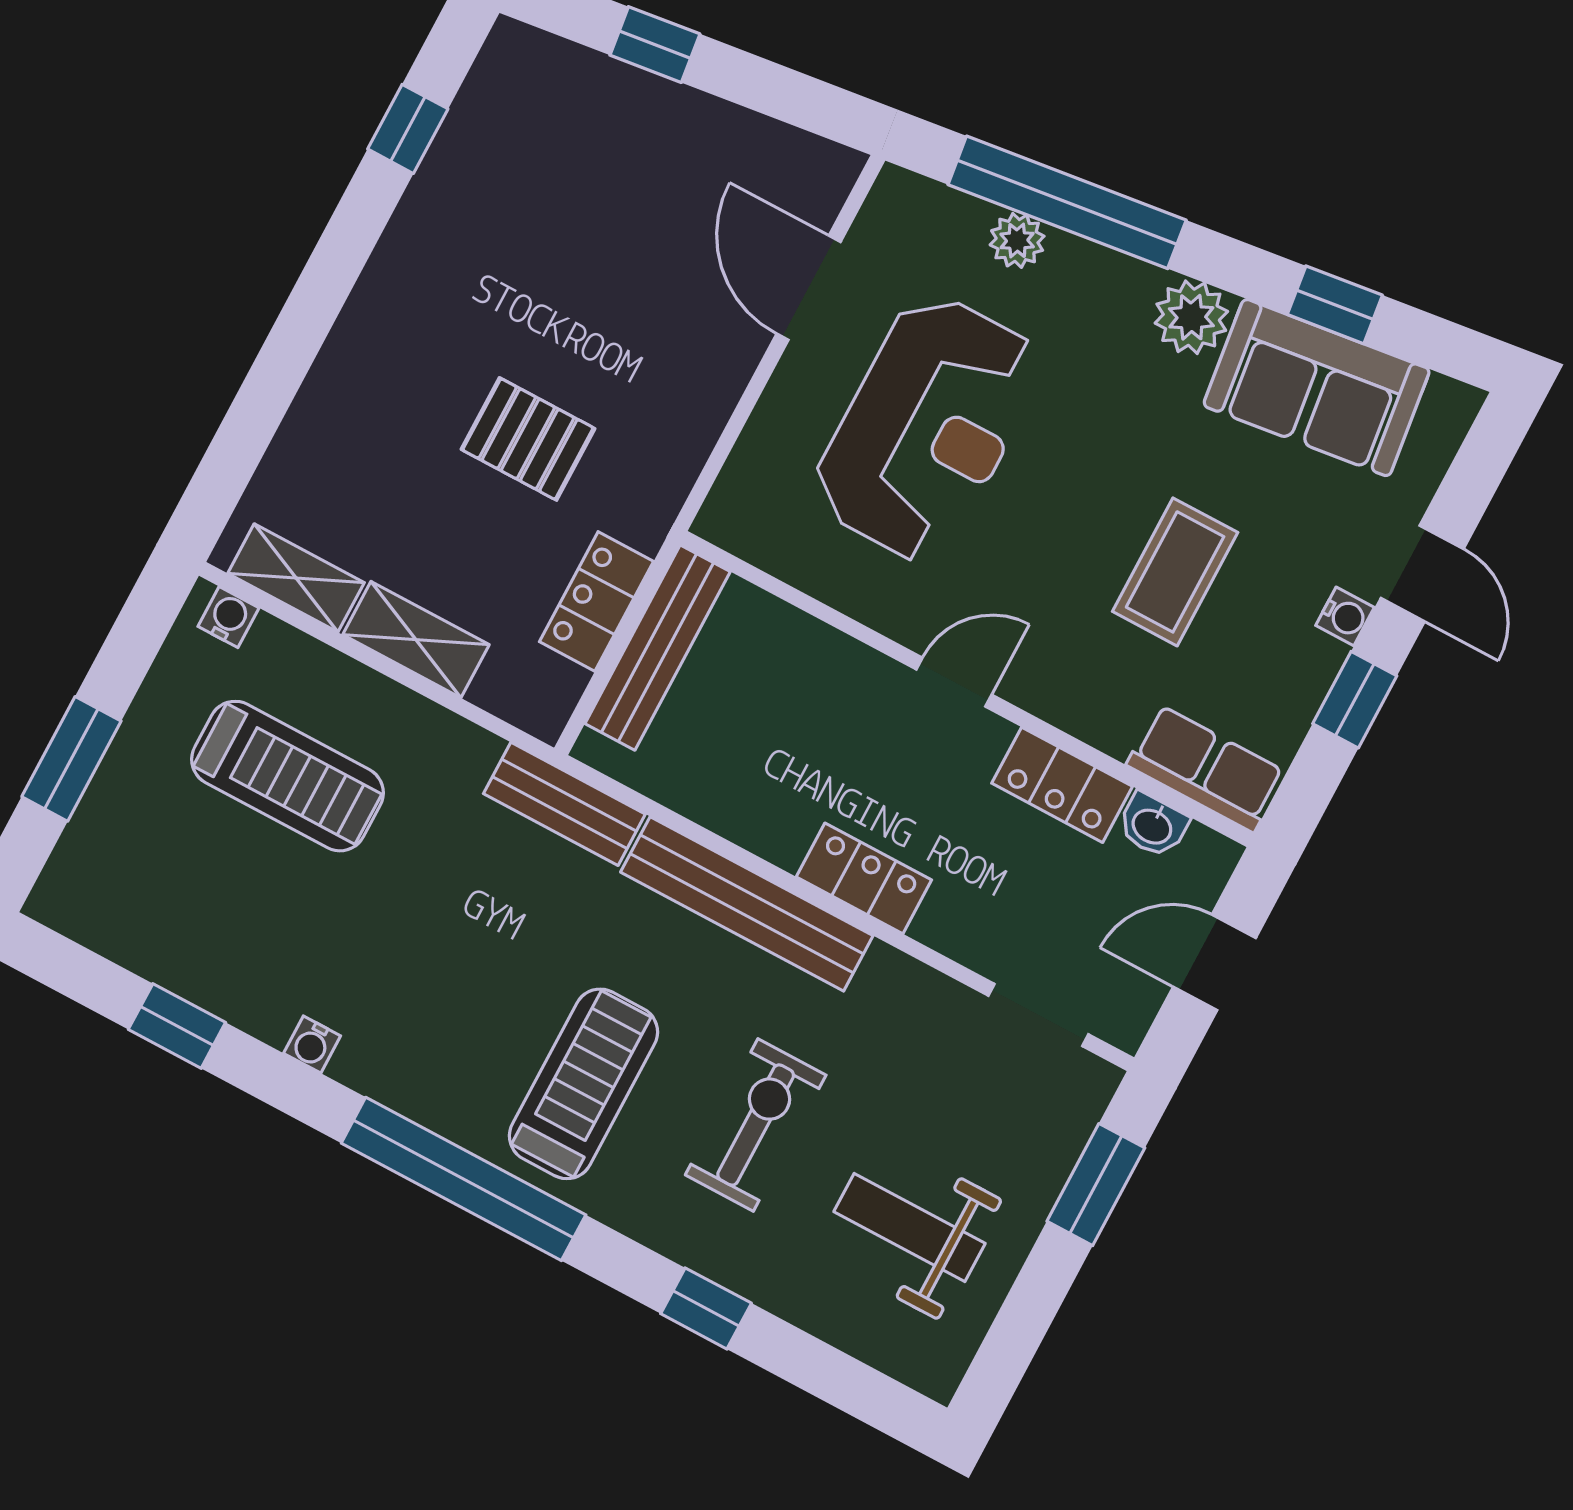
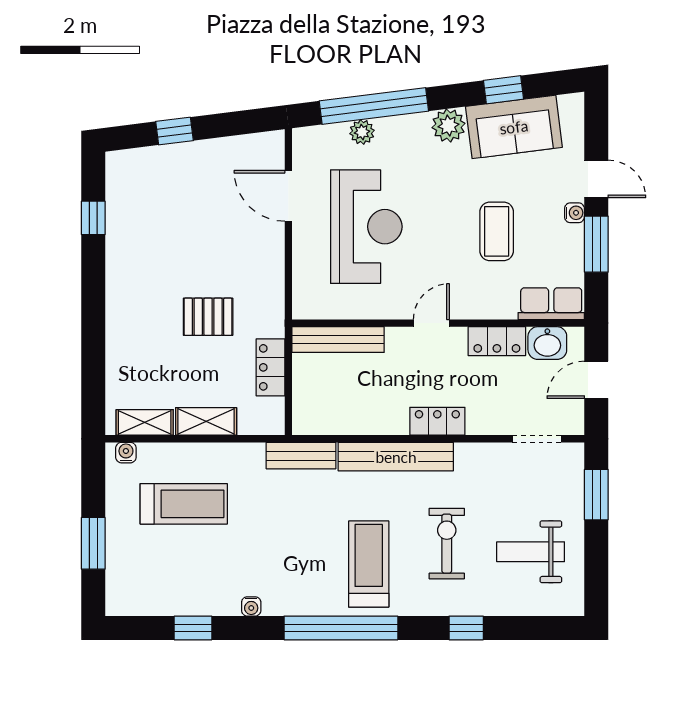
bench: (658, 648) -> (338, 340), moved, turned 90
window: (1355, 700) -> (596, 244), width x1.50
washbasin: (1153, 825) -> (547, 343), width x1.38, depth x1.45

